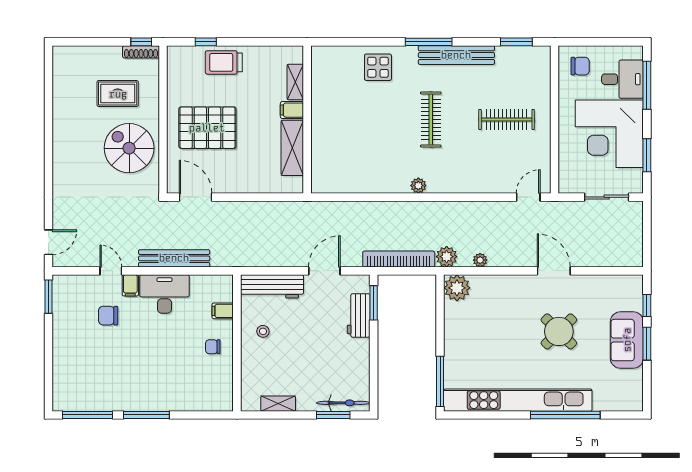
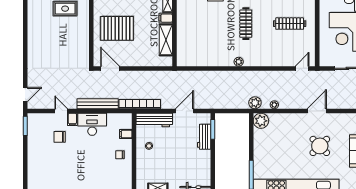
spiral stairs: (129, 148) -> (72, 40), removed
bookcase: (399, 259) -> (140, 104), moved
door: (554, 271) -> (317, 111), hinge flipped

